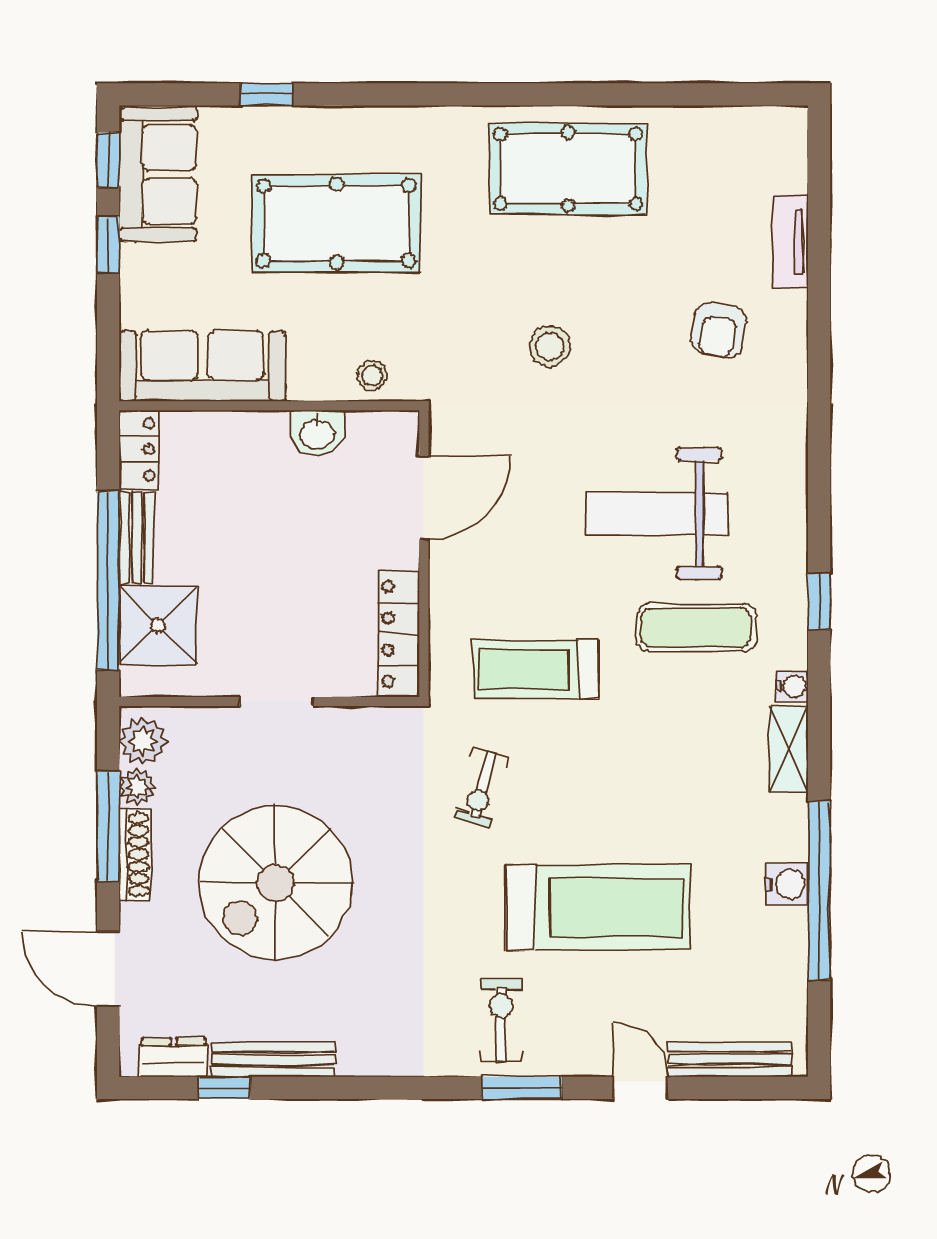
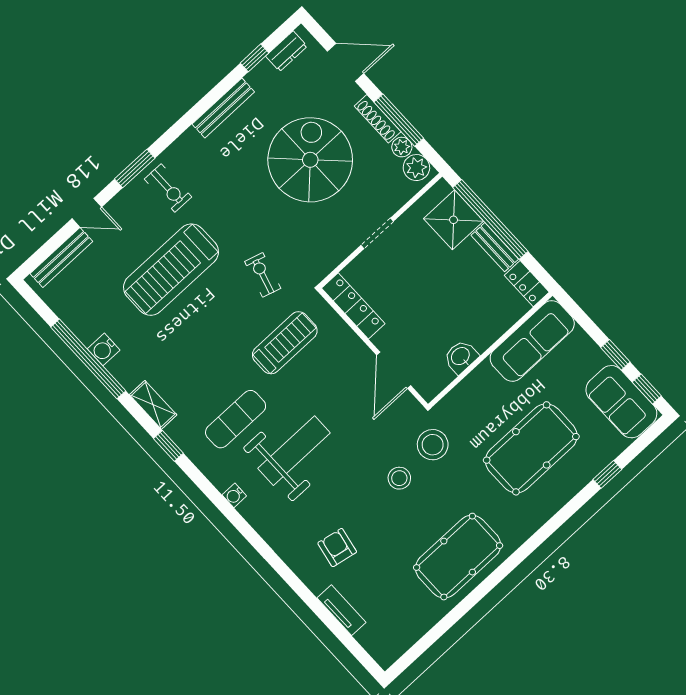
stool: (372, 375) -> (433, 445), moved, width x1.89, depth x1.89
window: (819, 601) -> (168, 446), moved
water cooler: (792, 686) -> (234, 495), moved
bench: (273, 1060) -> (223, 108), moved

